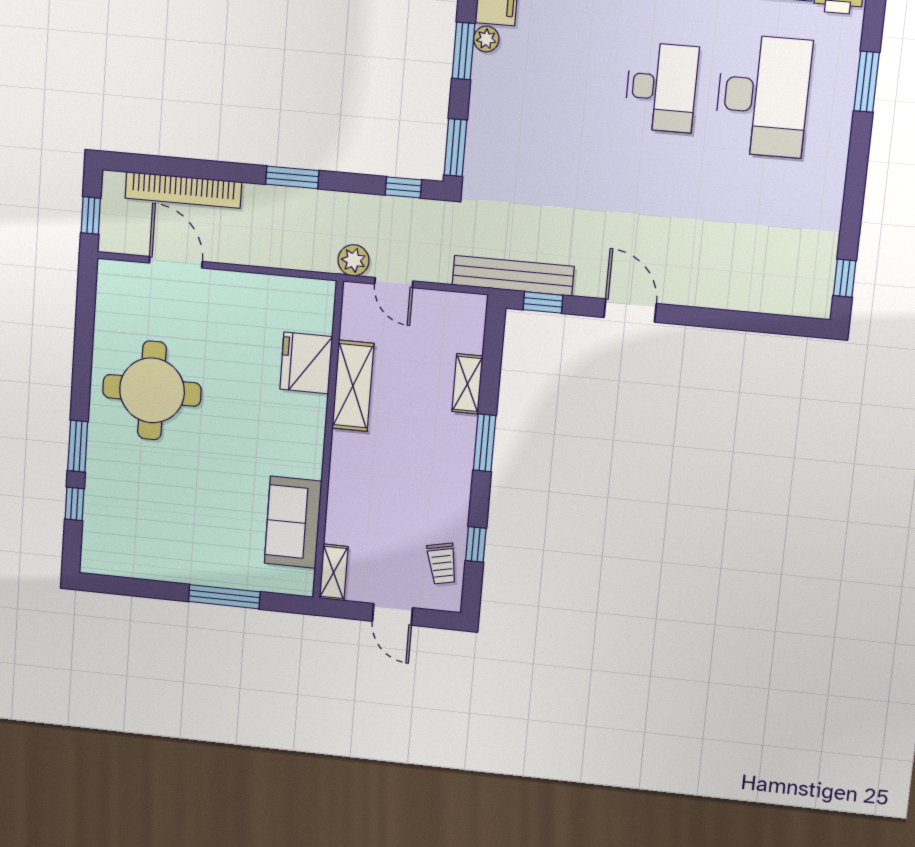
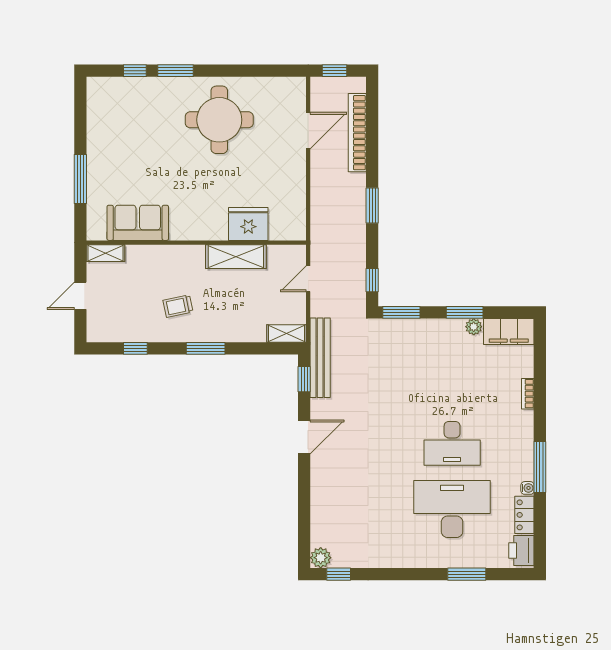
desk: (763, 96) -> (452, 509), turned 180
plant: (353, 260) -> (321, 558), moved
shelving: (467, 384) -> (287, 334), moved
trolley: (442, 564) -> (178, 306), moved

